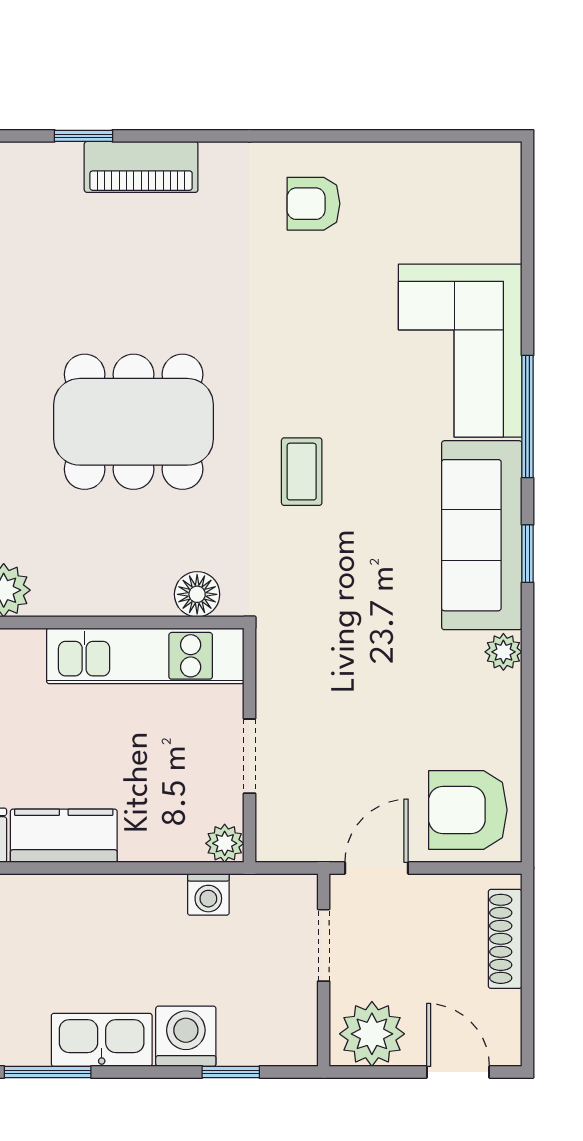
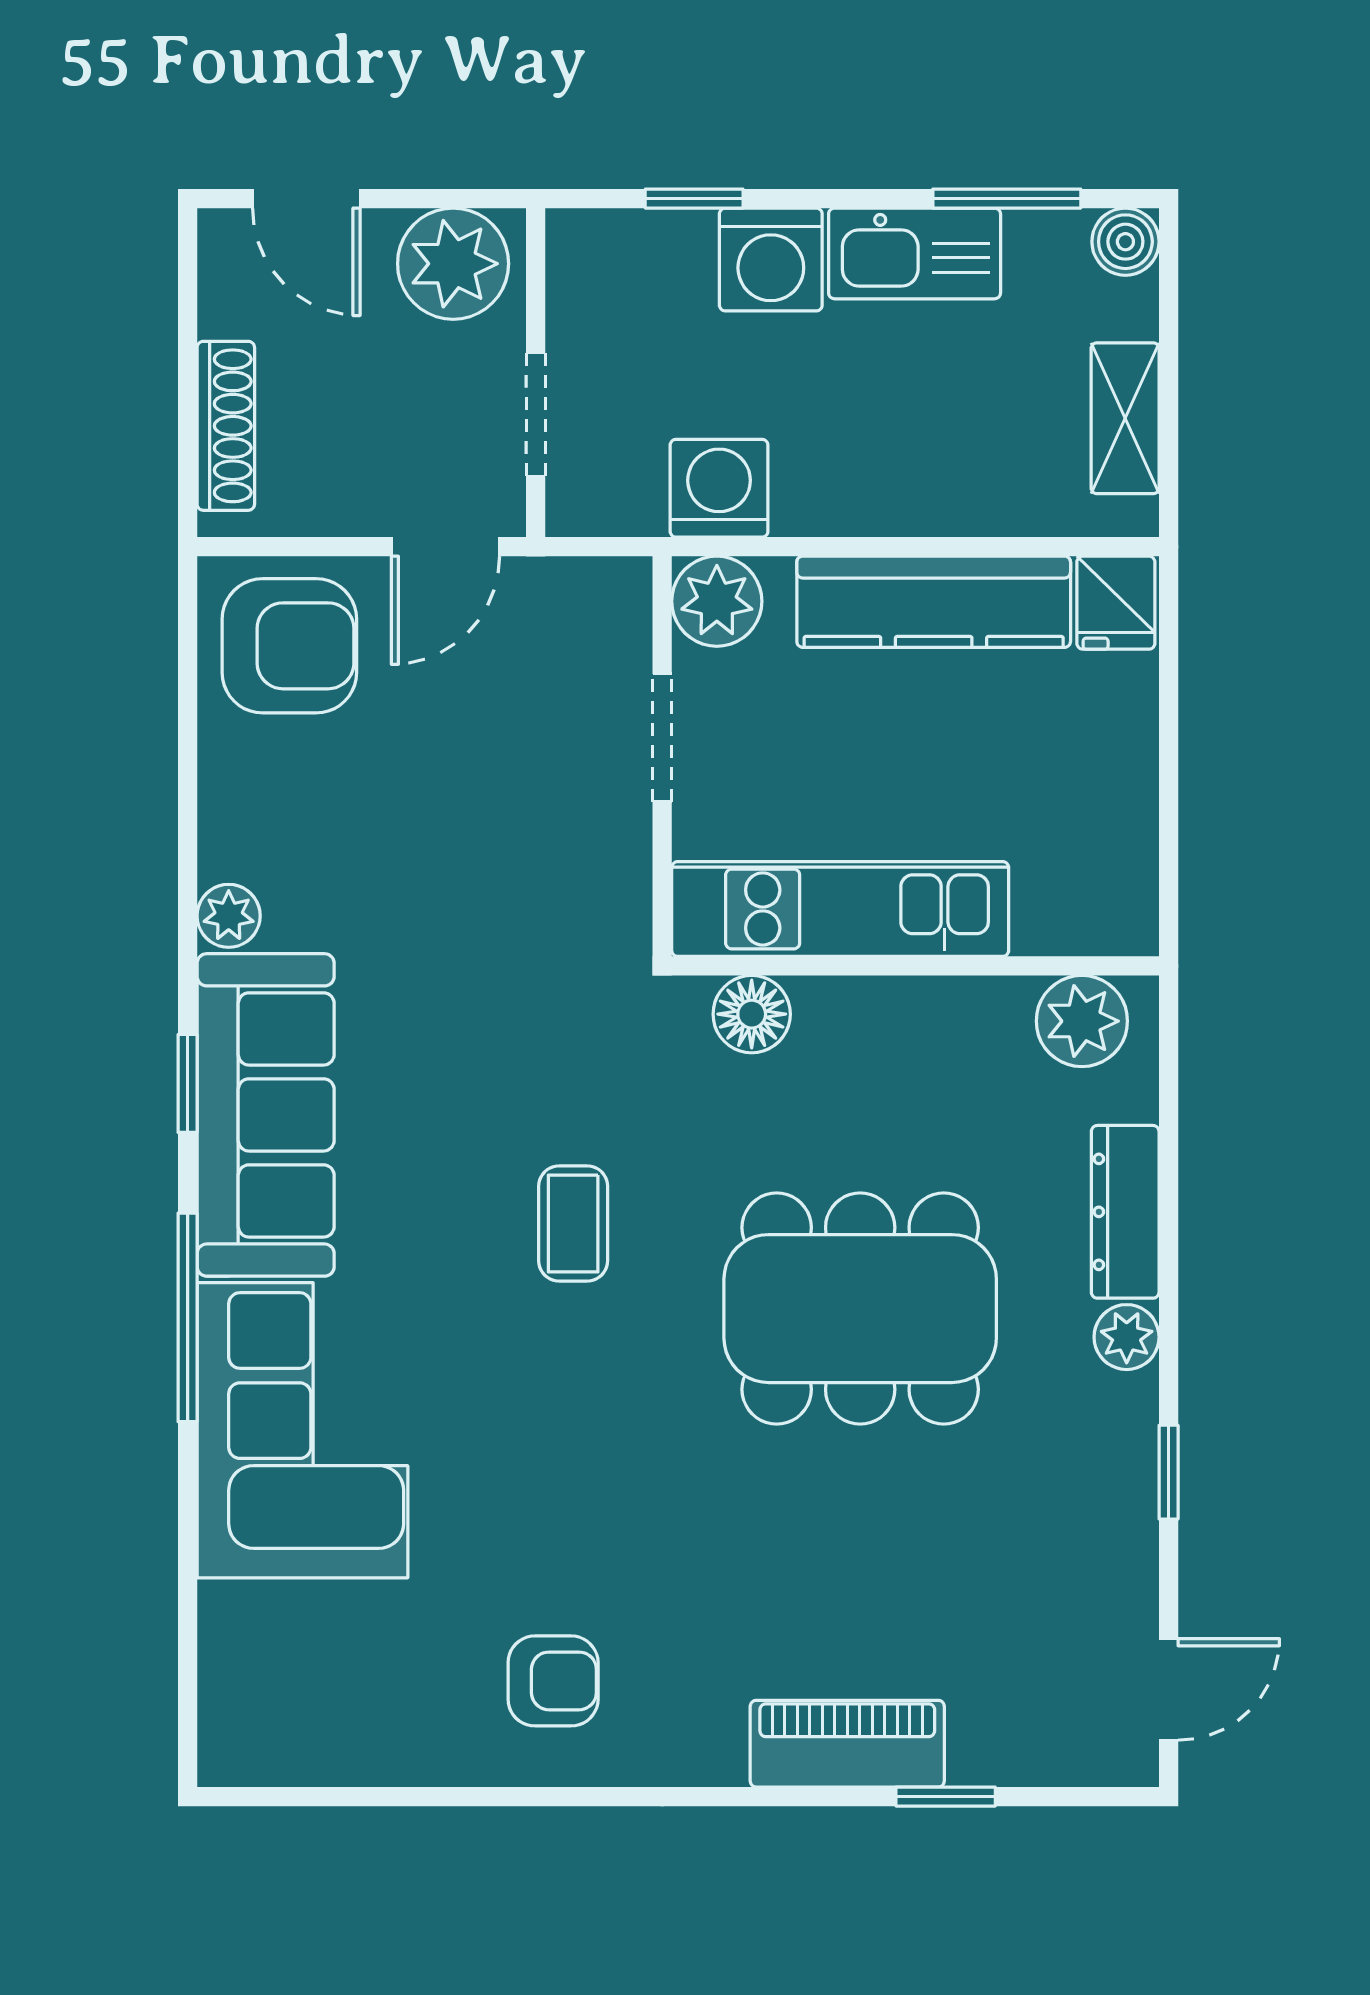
kitchen counter: (64, 836) -> (934, 602), width x1.50
plant: (225, 843) -> (717, 601), width x1.38, depth x1.38
washing machine: (208, 894) -> (719, 488), width x1.38, depth x1.38

